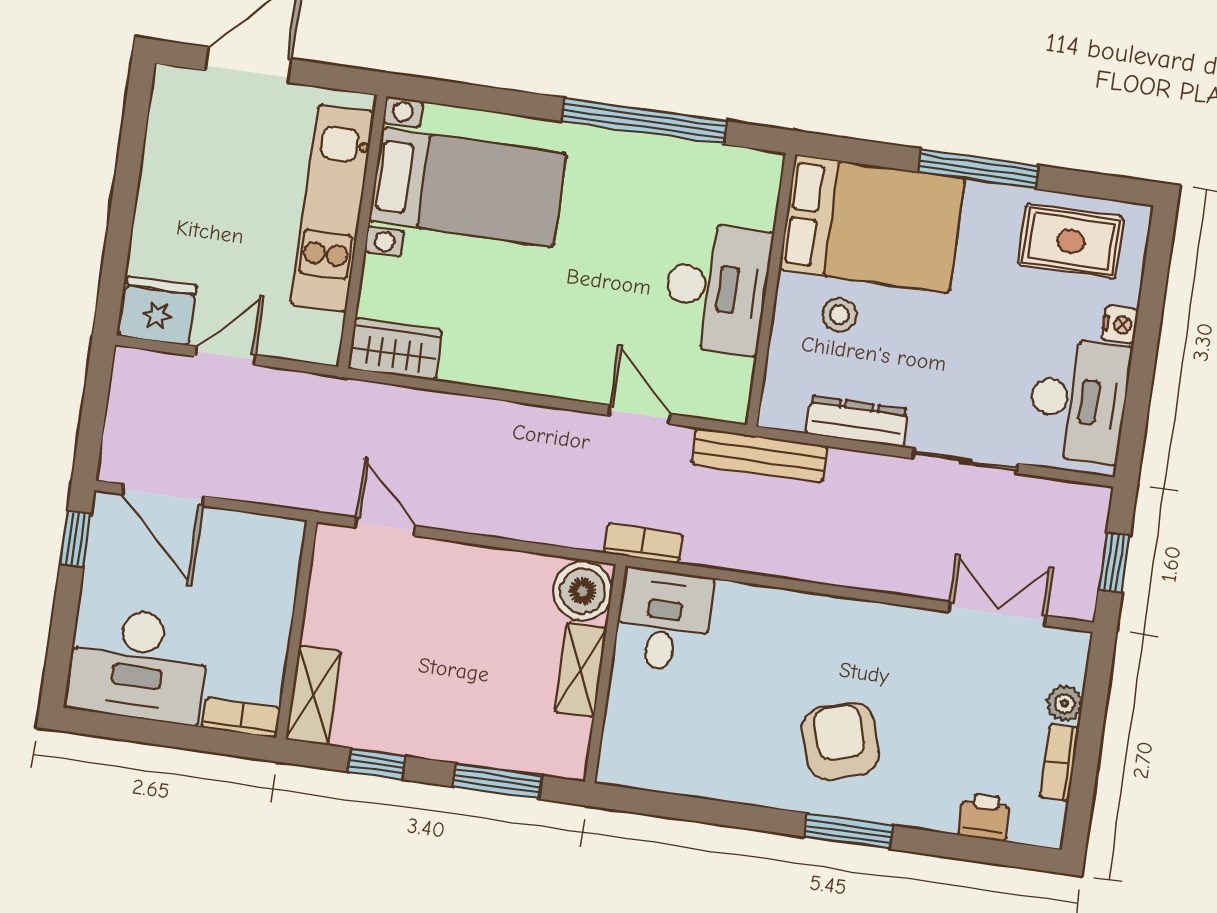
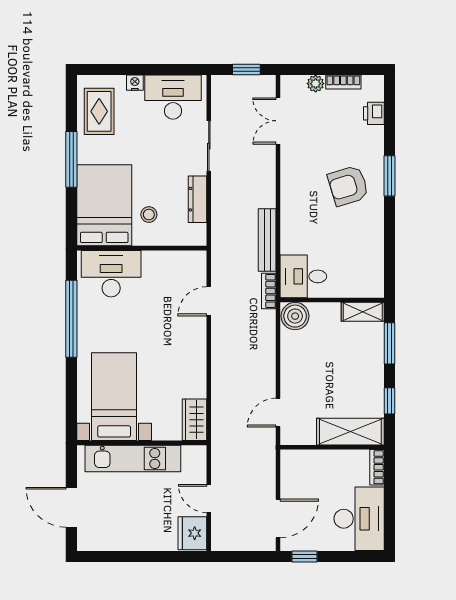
desk: (717, 288) -> (111, 274), moved
bench: (759, 455) -> (267, 240), moved
shelving: (581, 670) -> (363, 312), moved
shelving: (313, 695) -> (350, 432), width x1.50, depth x1.33

